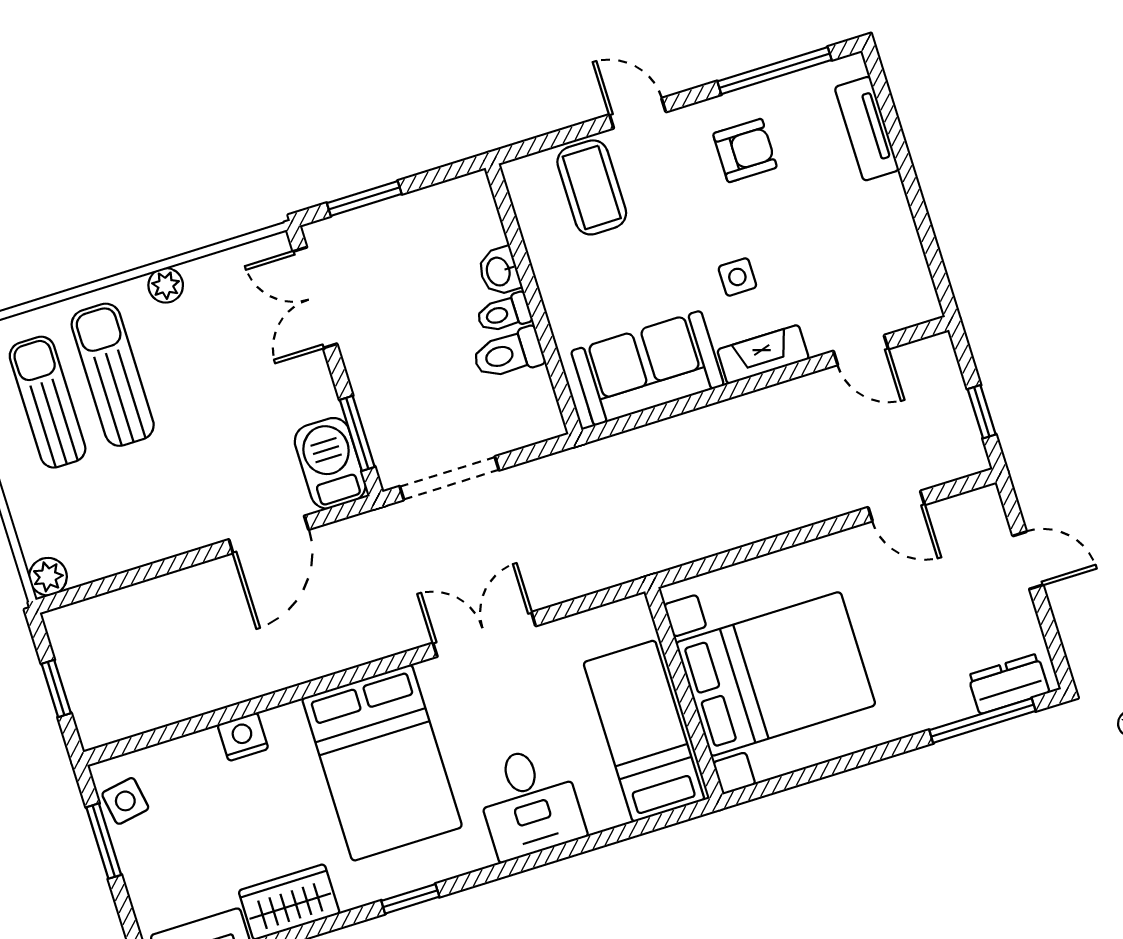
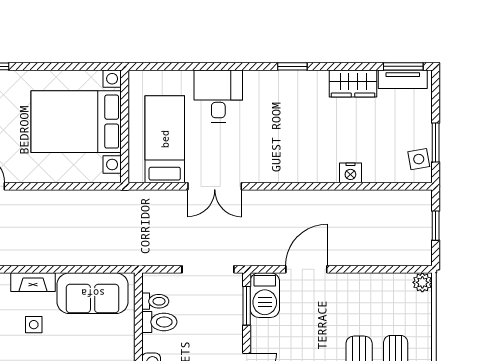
toilet: (504, 313) -> (155, 301), moved
bed: (644, 731) -> (165, 139), moved, turned 180
bed: (382, 763) -> (285, 138), removed

